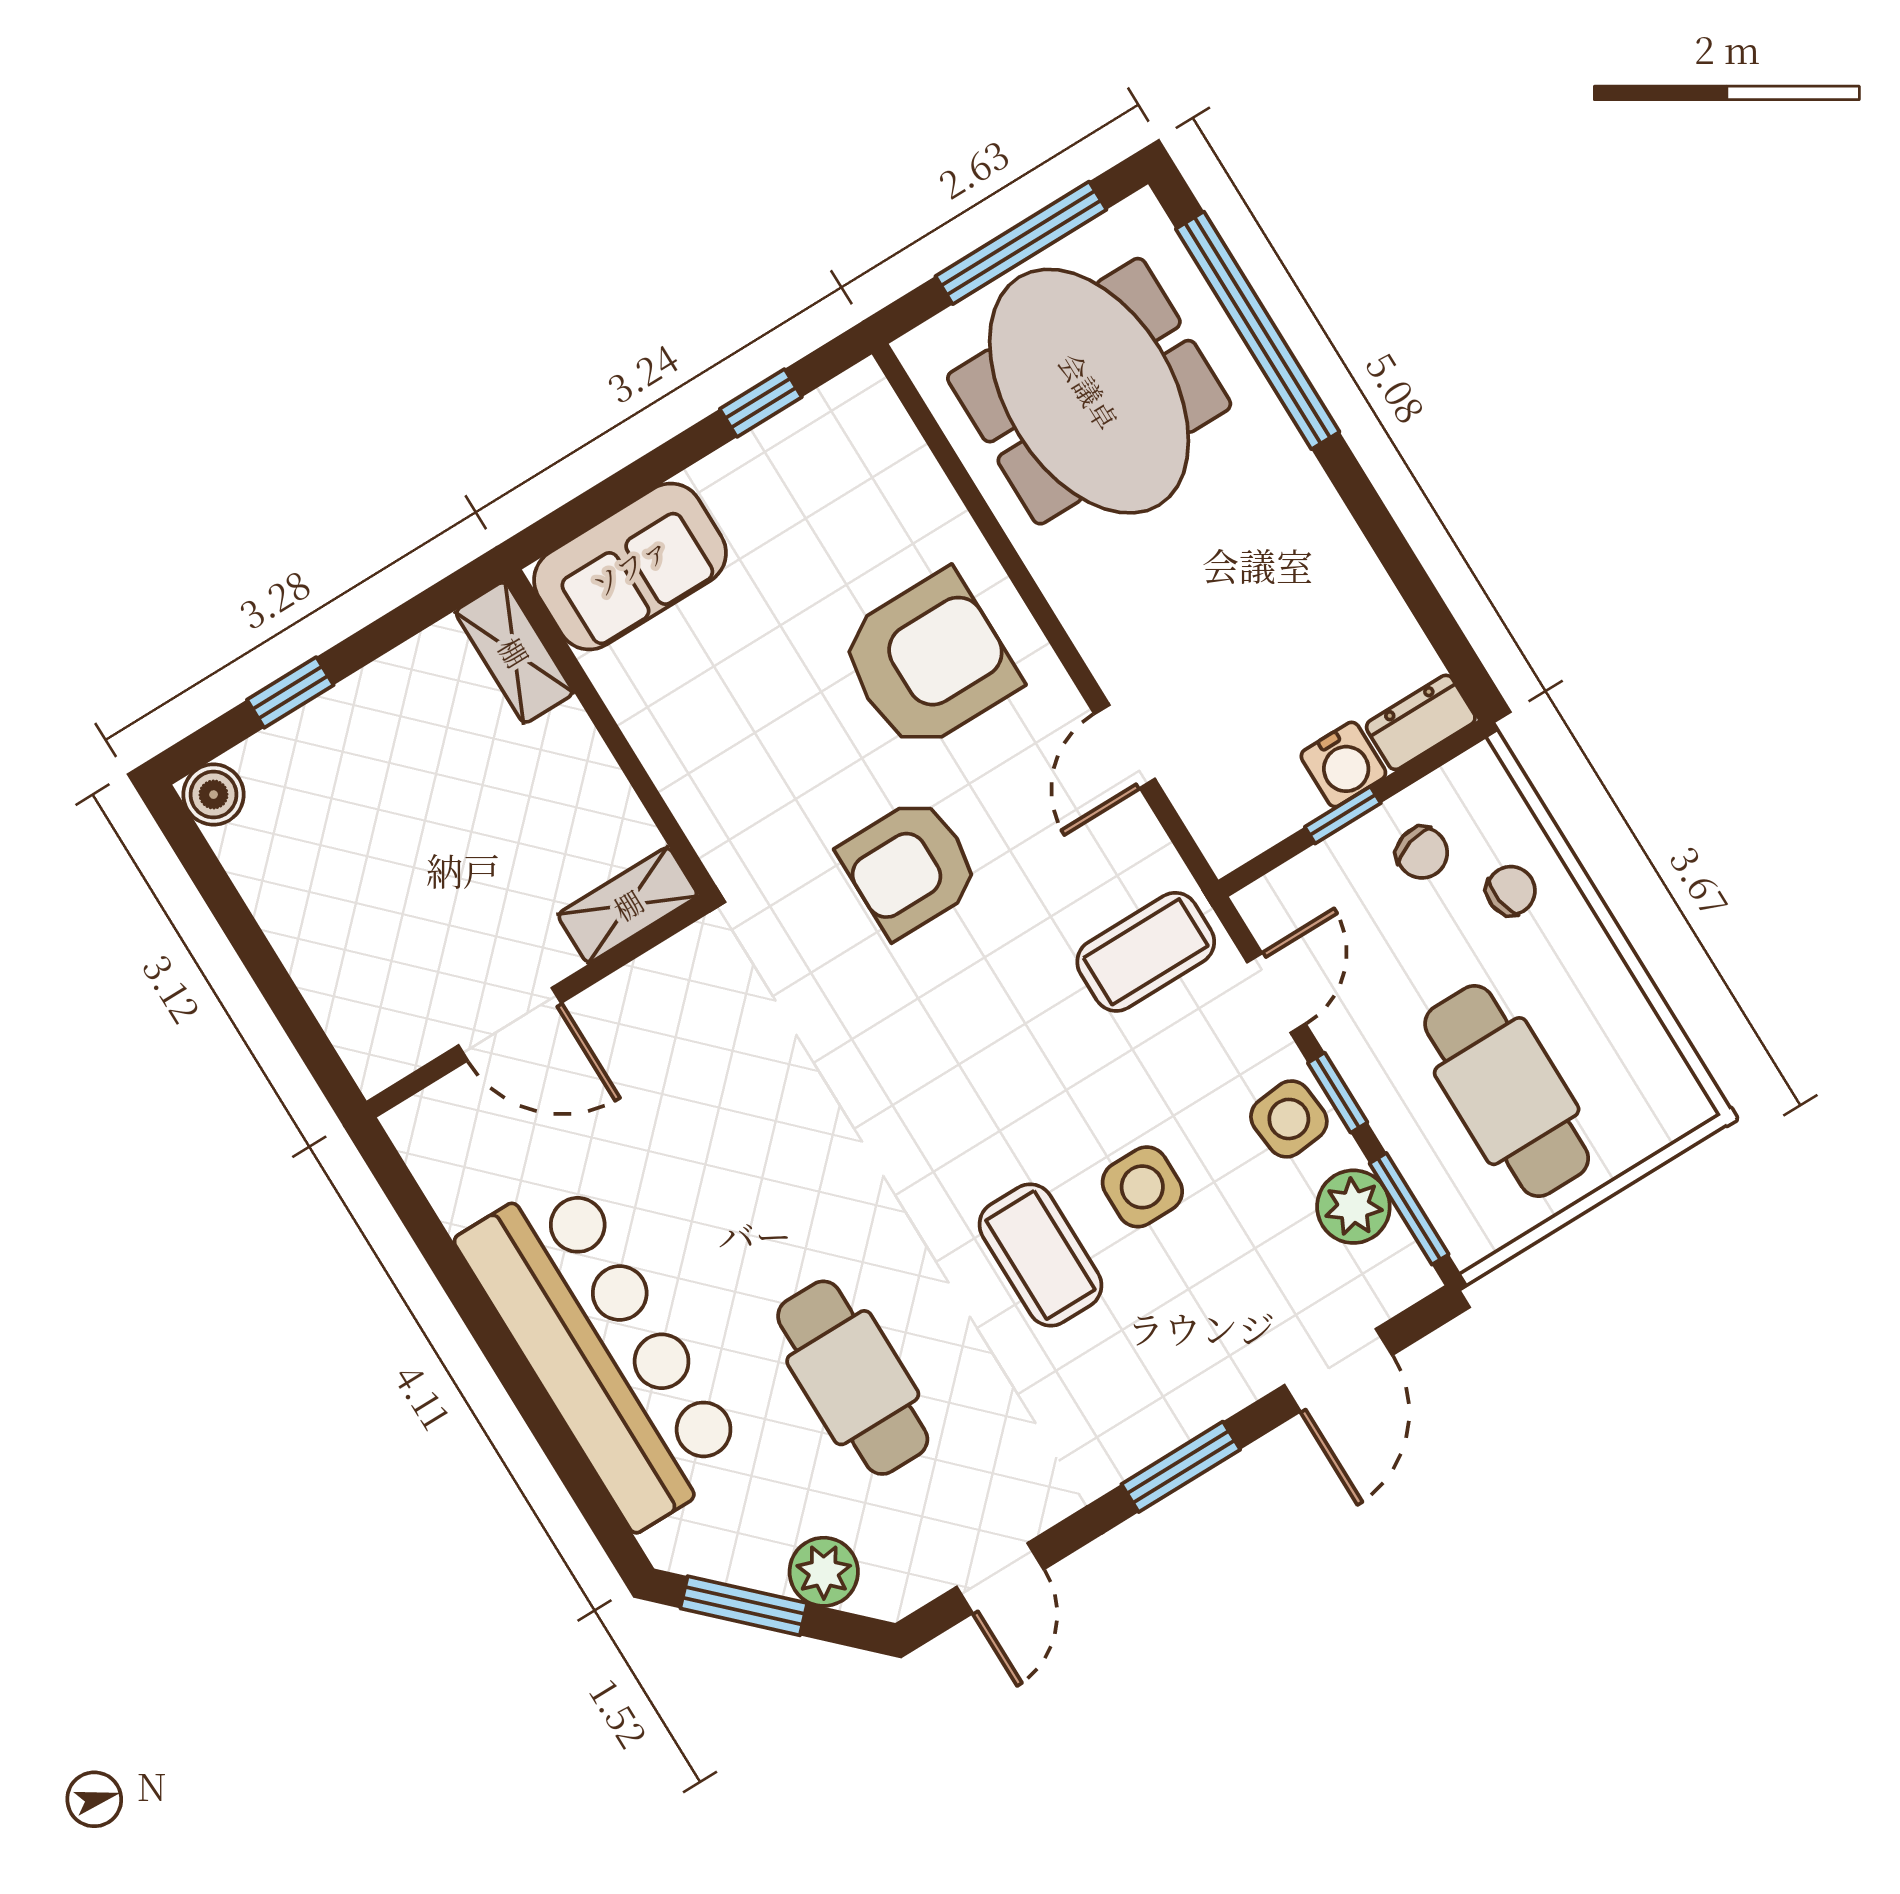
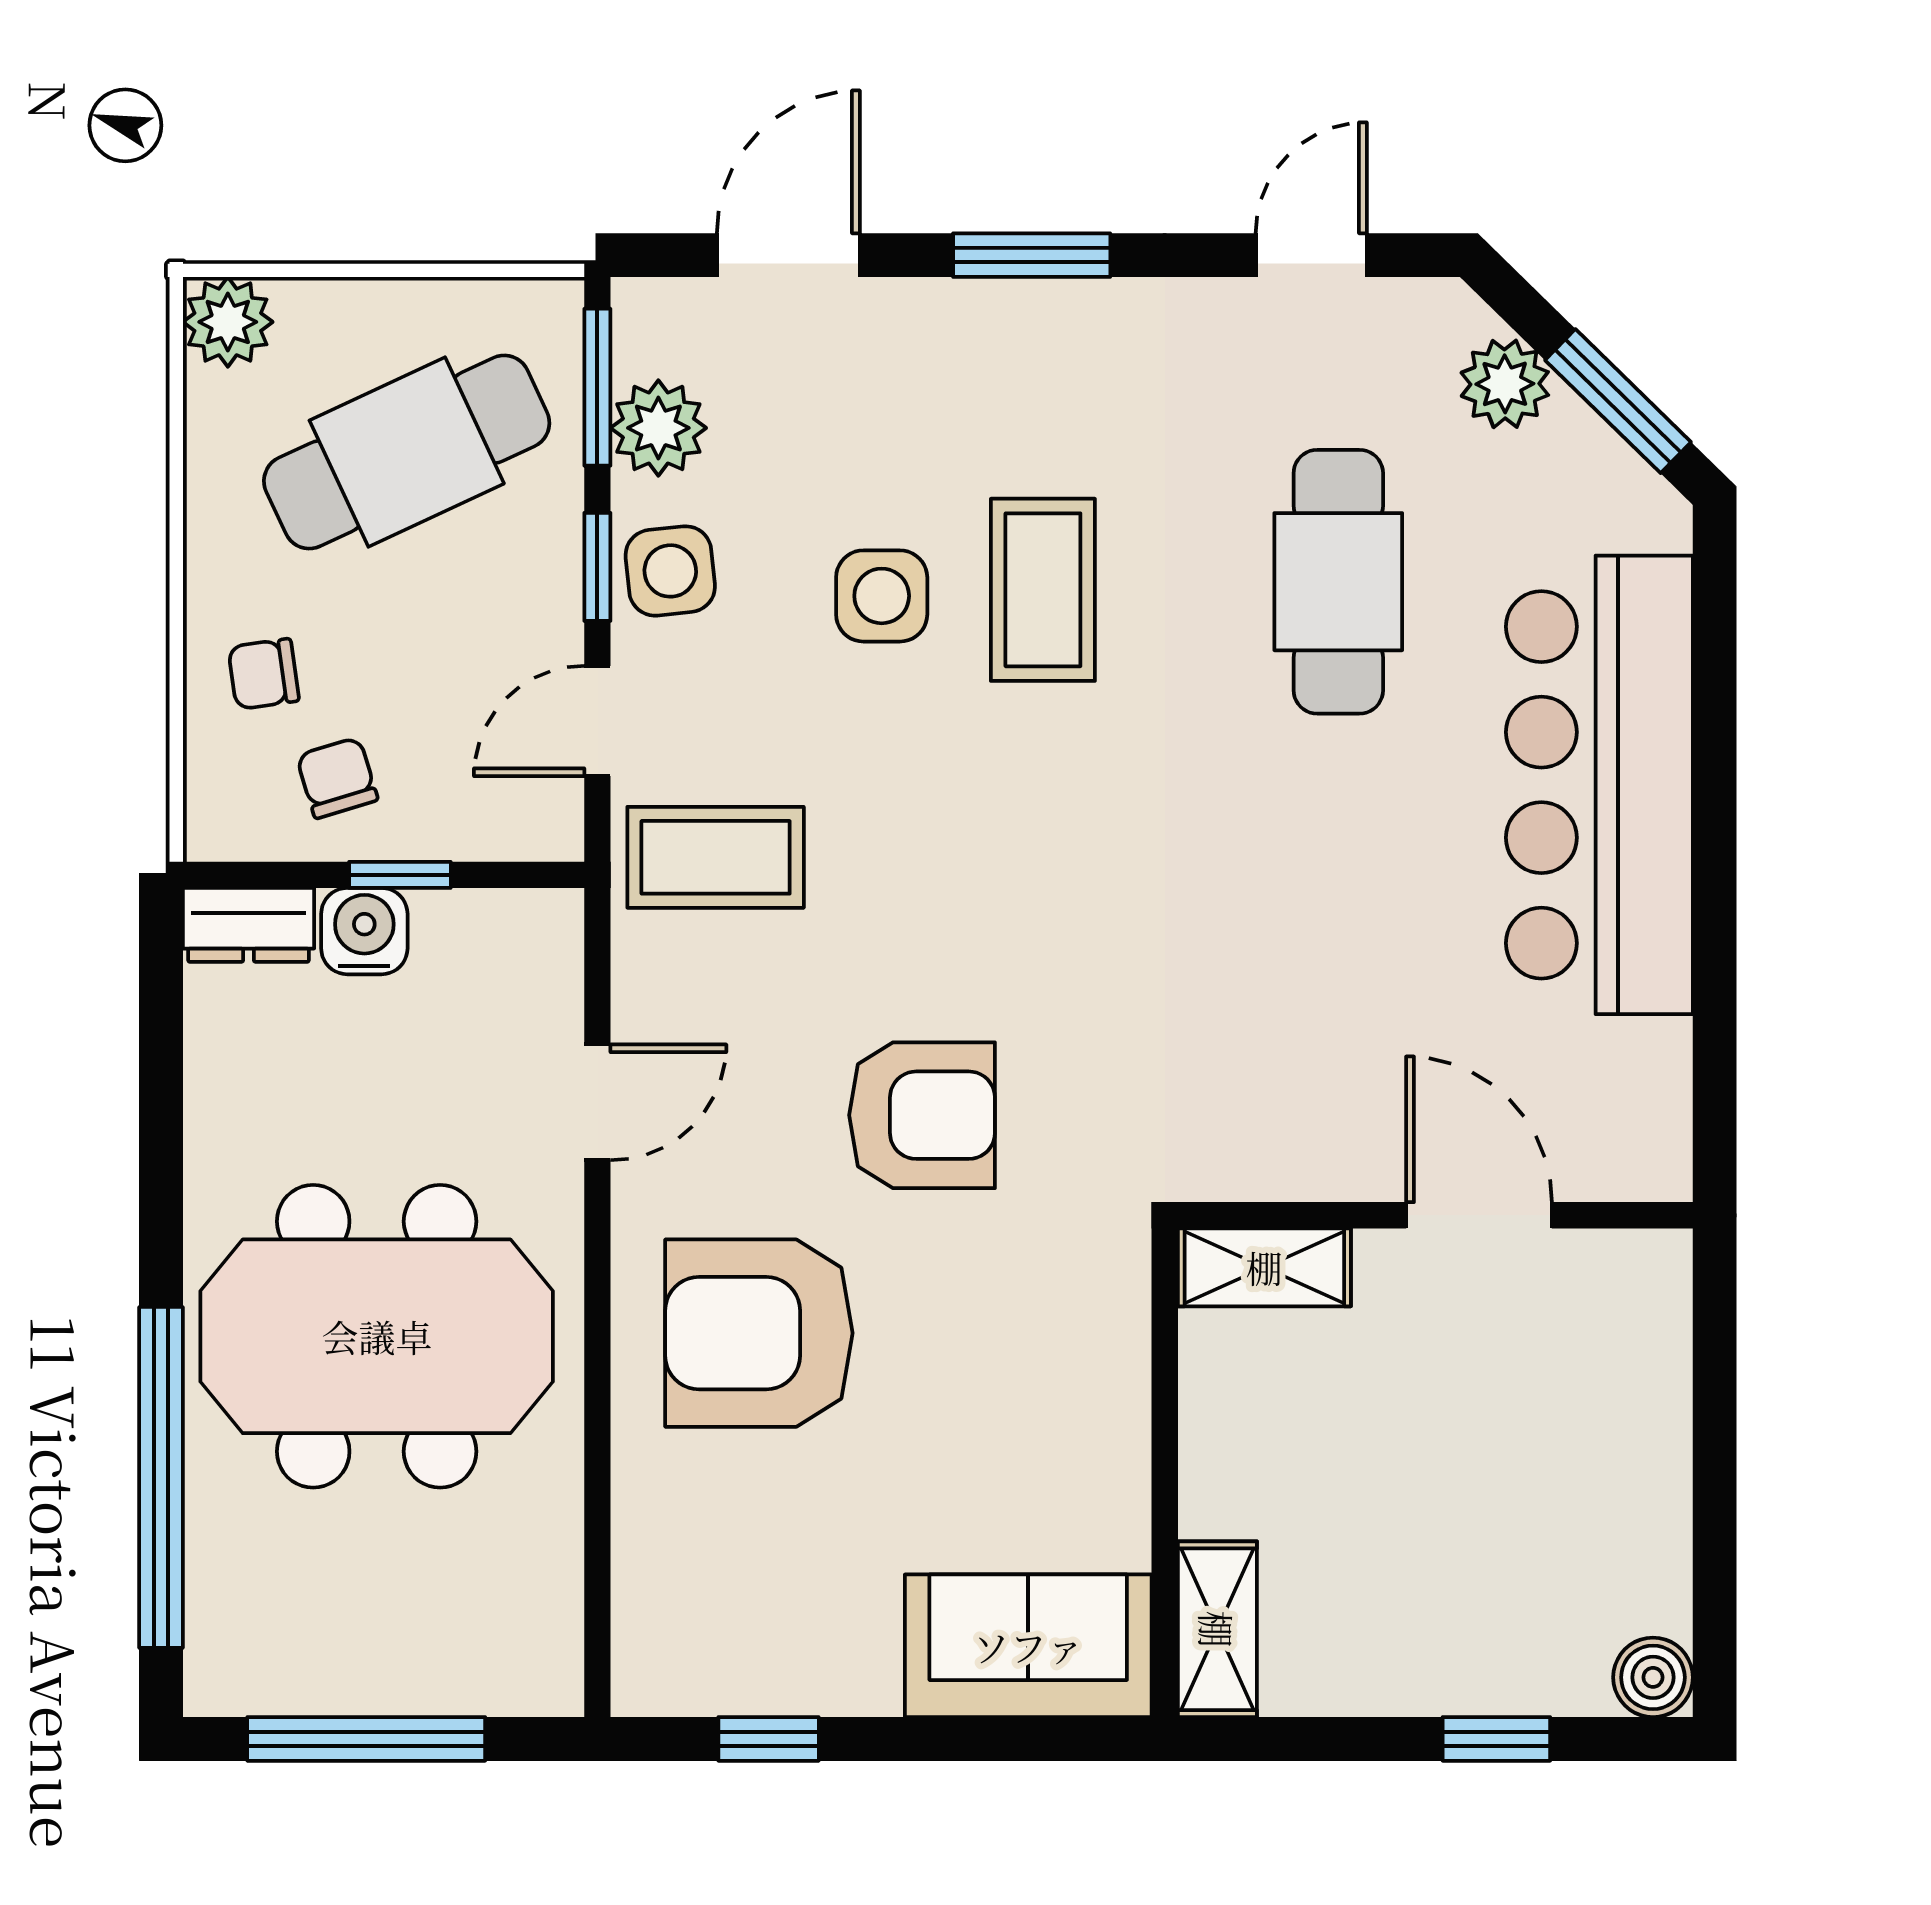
meeting table: (1089, 391) -> (377, 1336), moved, turned 90
cafe table: (1507, 1091) -> (407, 452), turned 65
plant: (1674, 1104) -> (228, 322), added

